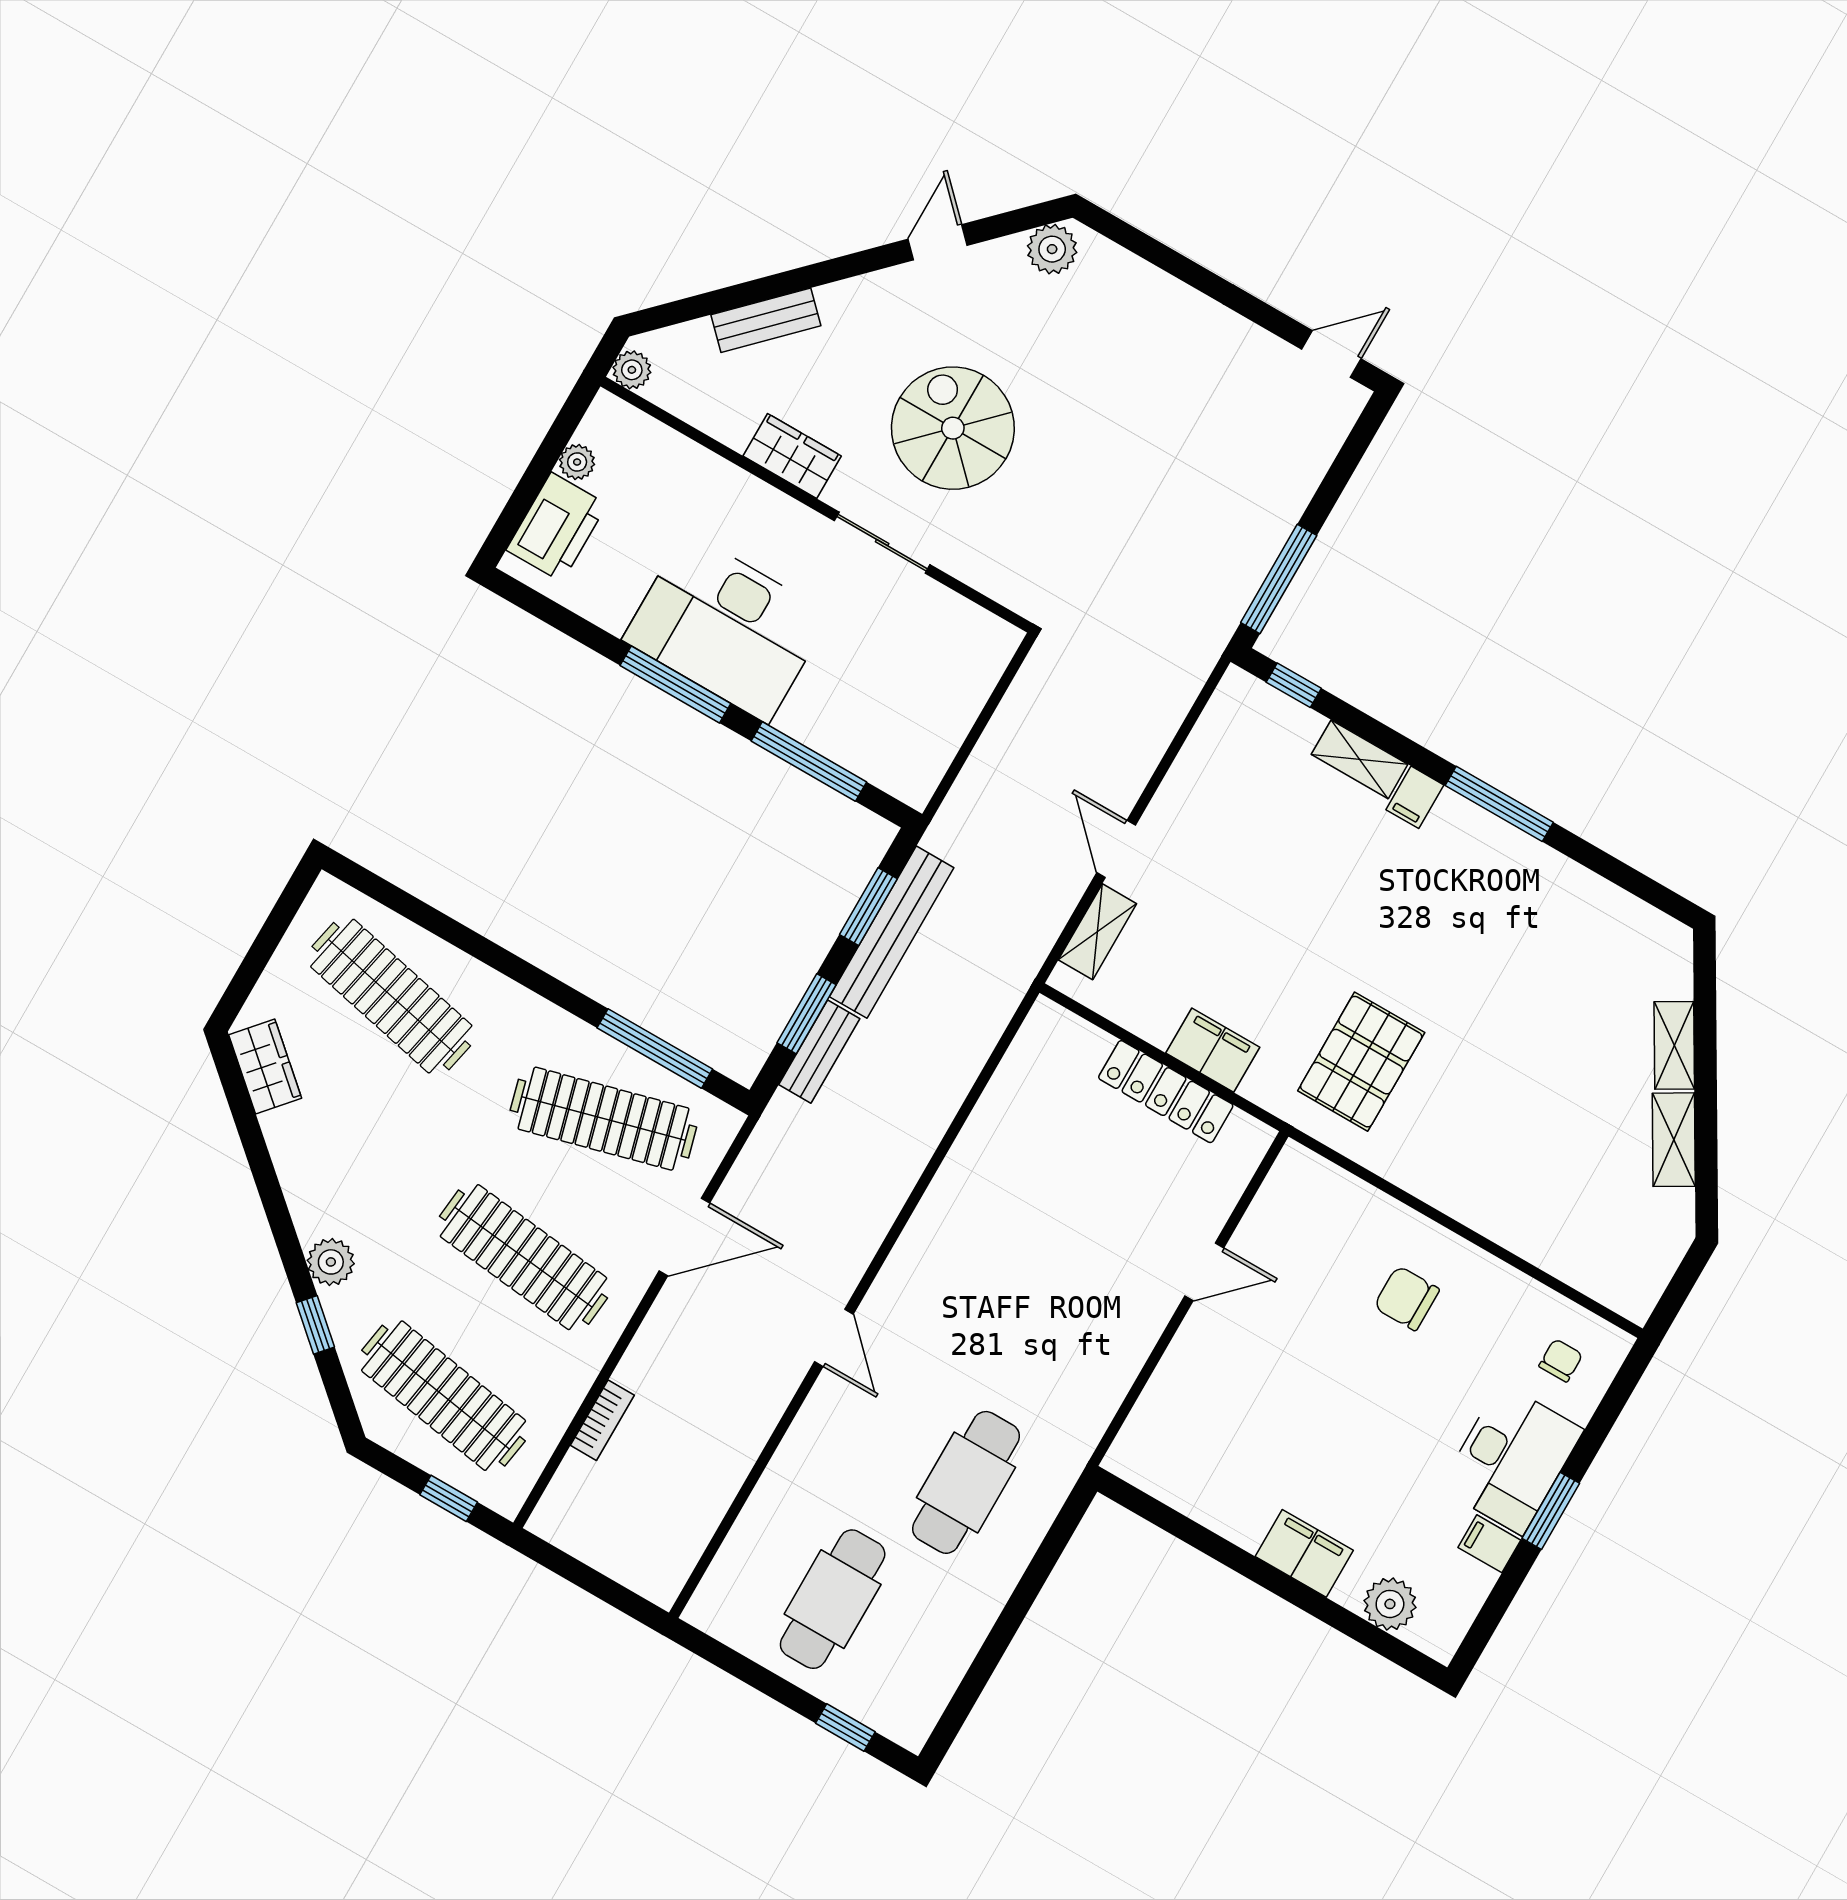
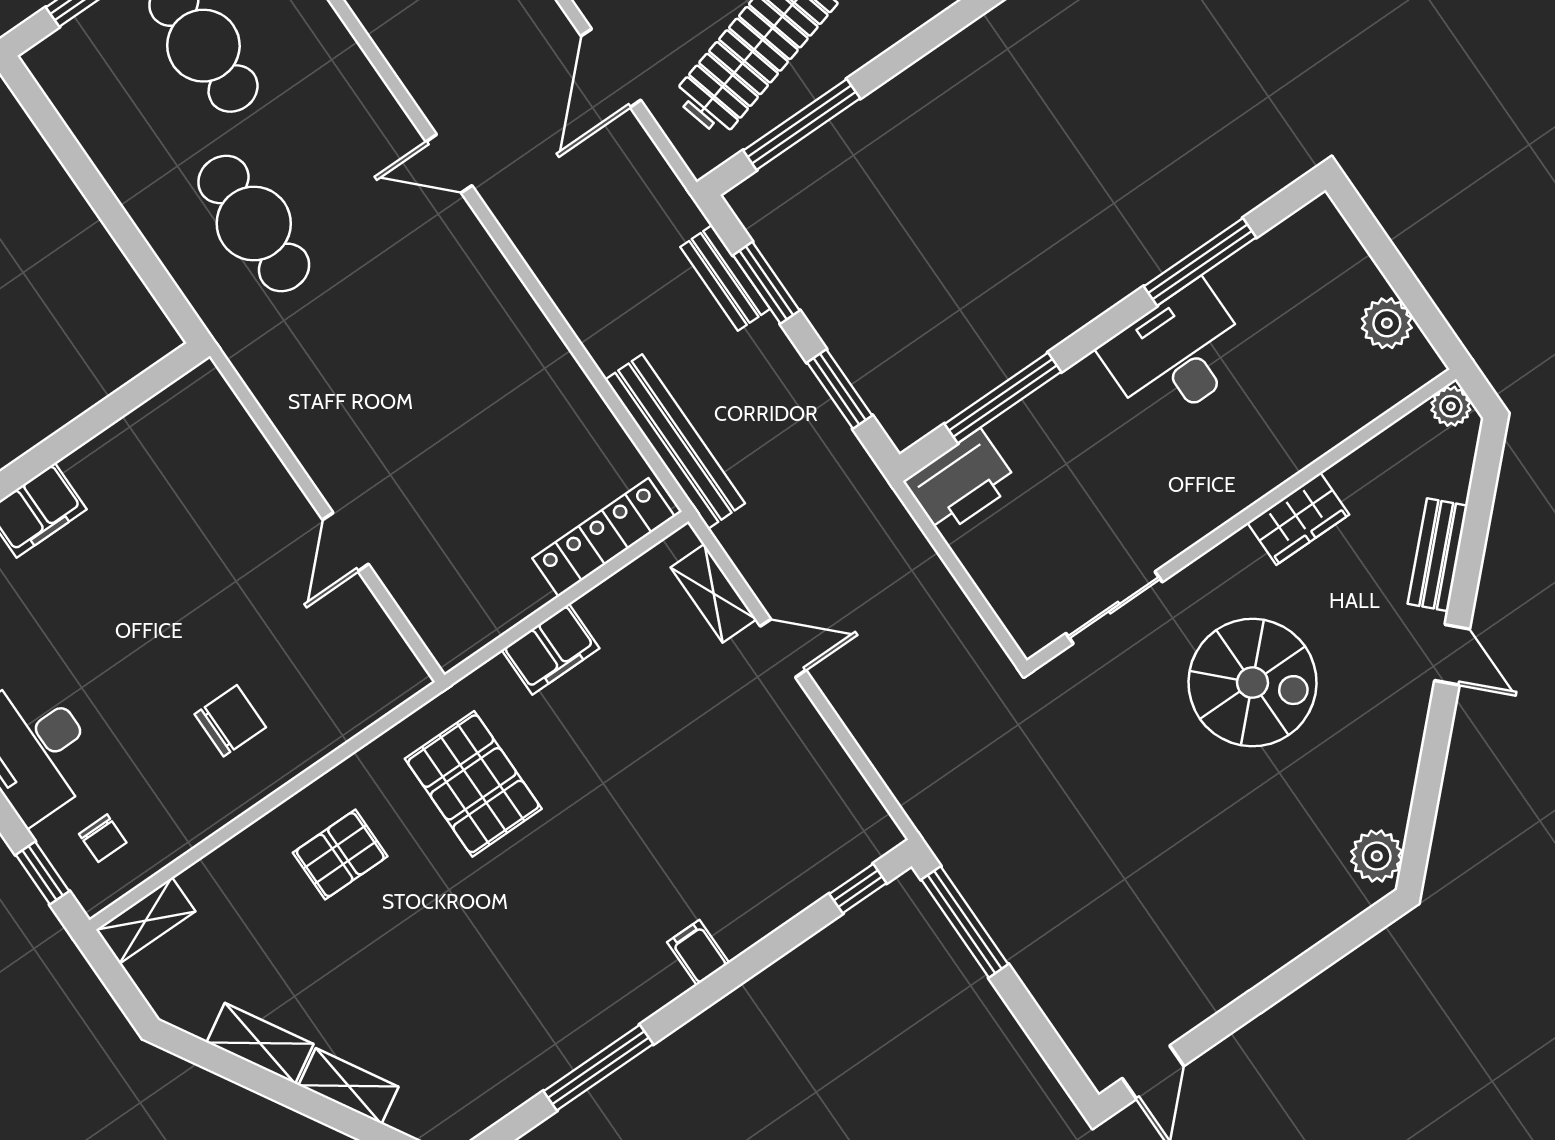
door: (938, 242) -> (1452, 655), moved
plant: (577, 462) -> (1387, 323), width x1.38, depth x1.38
printer: (557, 527) -> (961, 482), moved, turned -90
sliding door: (882, 543) -> (1114, 608), moved
desk: (727, 627) -> (1177, 354), width x0.73, depth x0.77
window: (675, 684) -> (1200, 262), moved
shelving: (1360, 759) -> (146, 921), moved
window: (1499, 804) -> (598, 1068), moved
bench: (892, 932) -> (675, 442), moved
locker: (1166, 1092) -> (603, 537), moved
pallet: (1477, 1148) -> (340, 855), added
window: (1616, 1398) -> (43, 873), added

